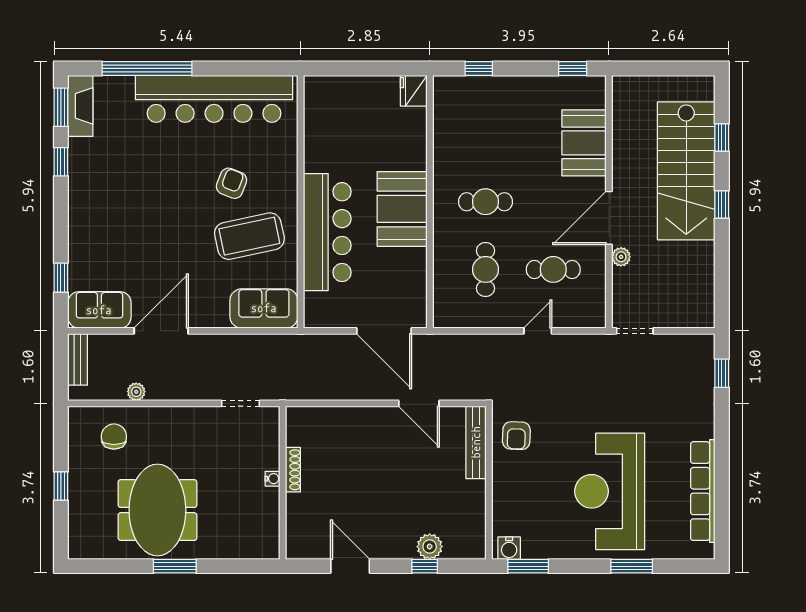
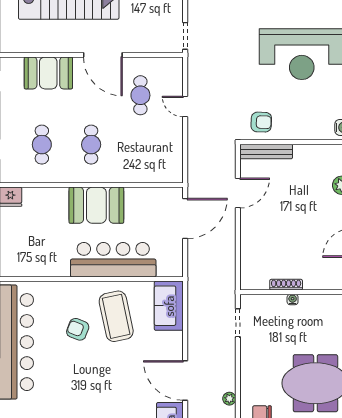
plant: (621, 257) -> (131, 46), removed
cafe table: (486, 269) -> (42, 145), moved, turned 90

